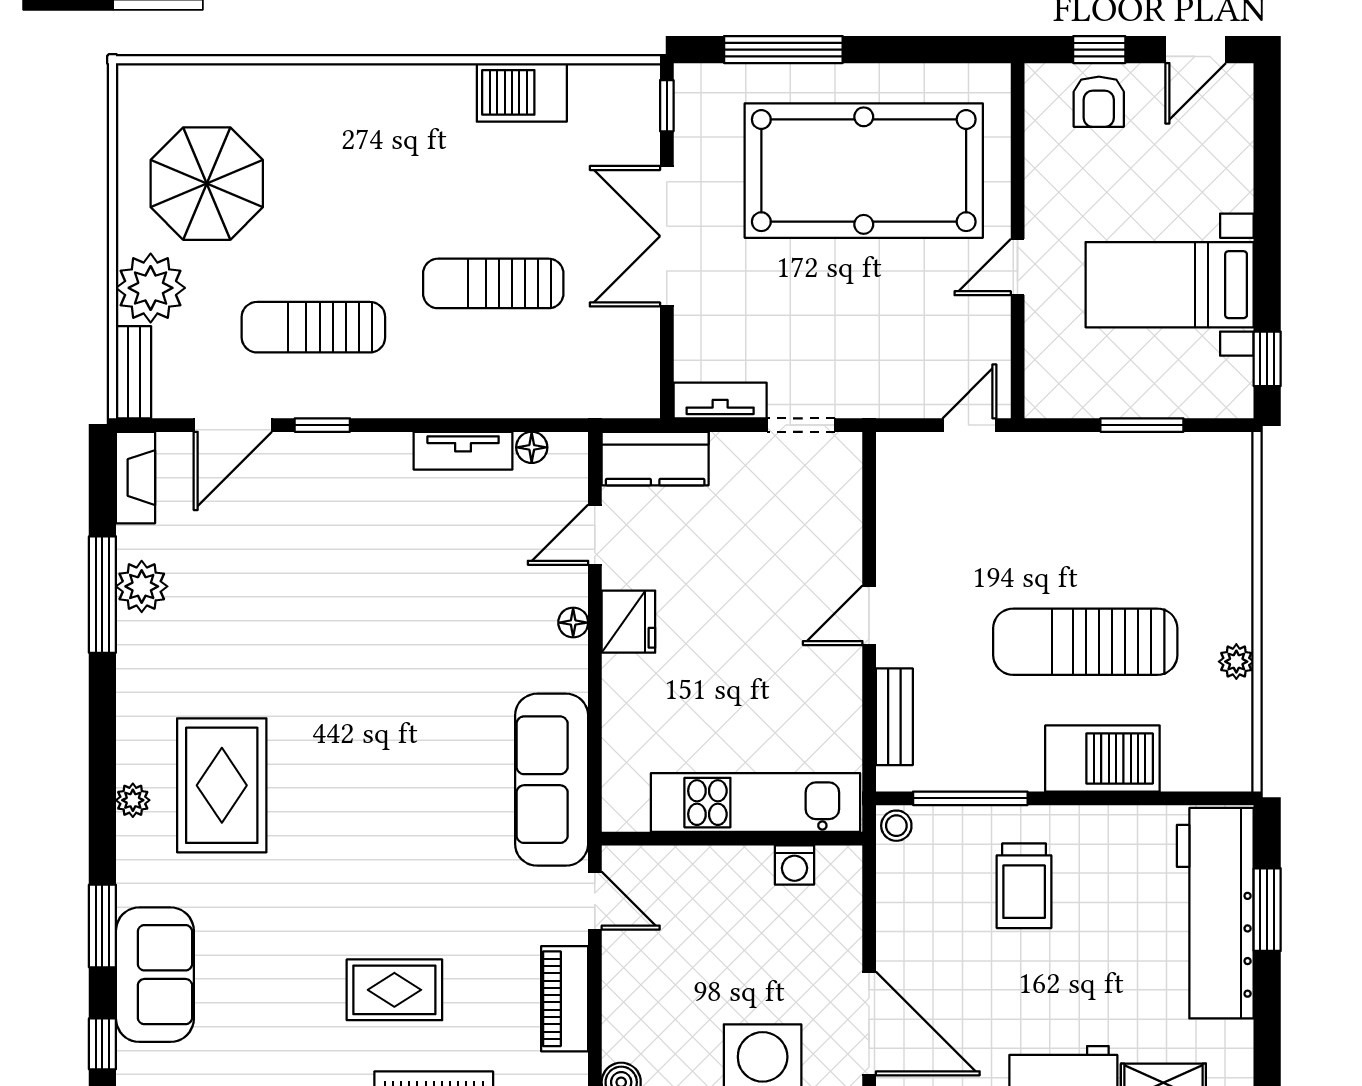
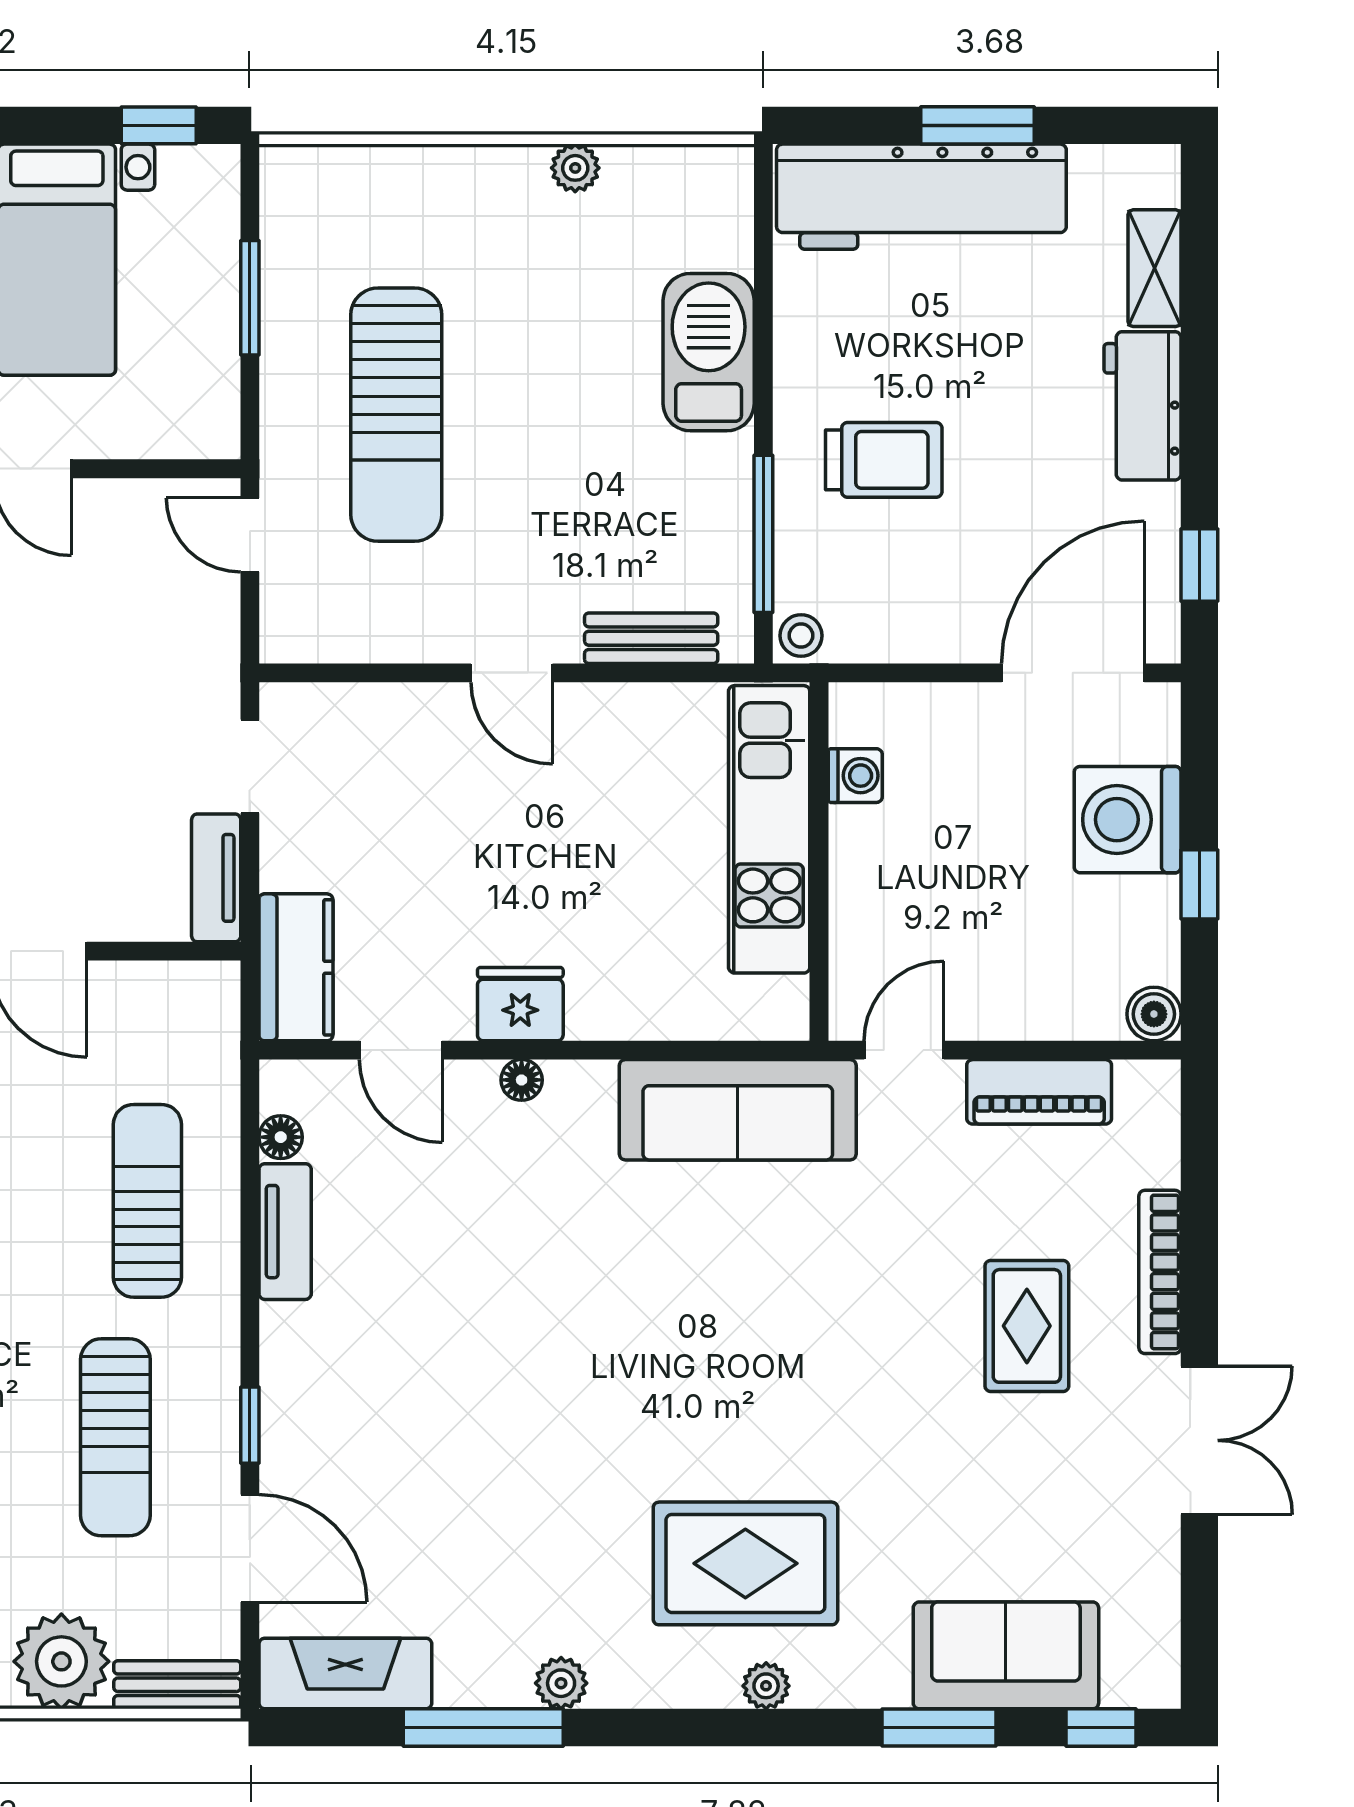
sun lounger: (493, 283) -> (147, 1201), moved, turned 180
fireplace: (136, 478) -> (345, 1673), width x1.37, depth x1.32
plant: (142, 586) -> (561, 1683), moved, width x0.73, depth x0.73
sun lounger: (1085, 642) -> (396, 415), moved
window: (1267, 910) -> (977, 125), moved

